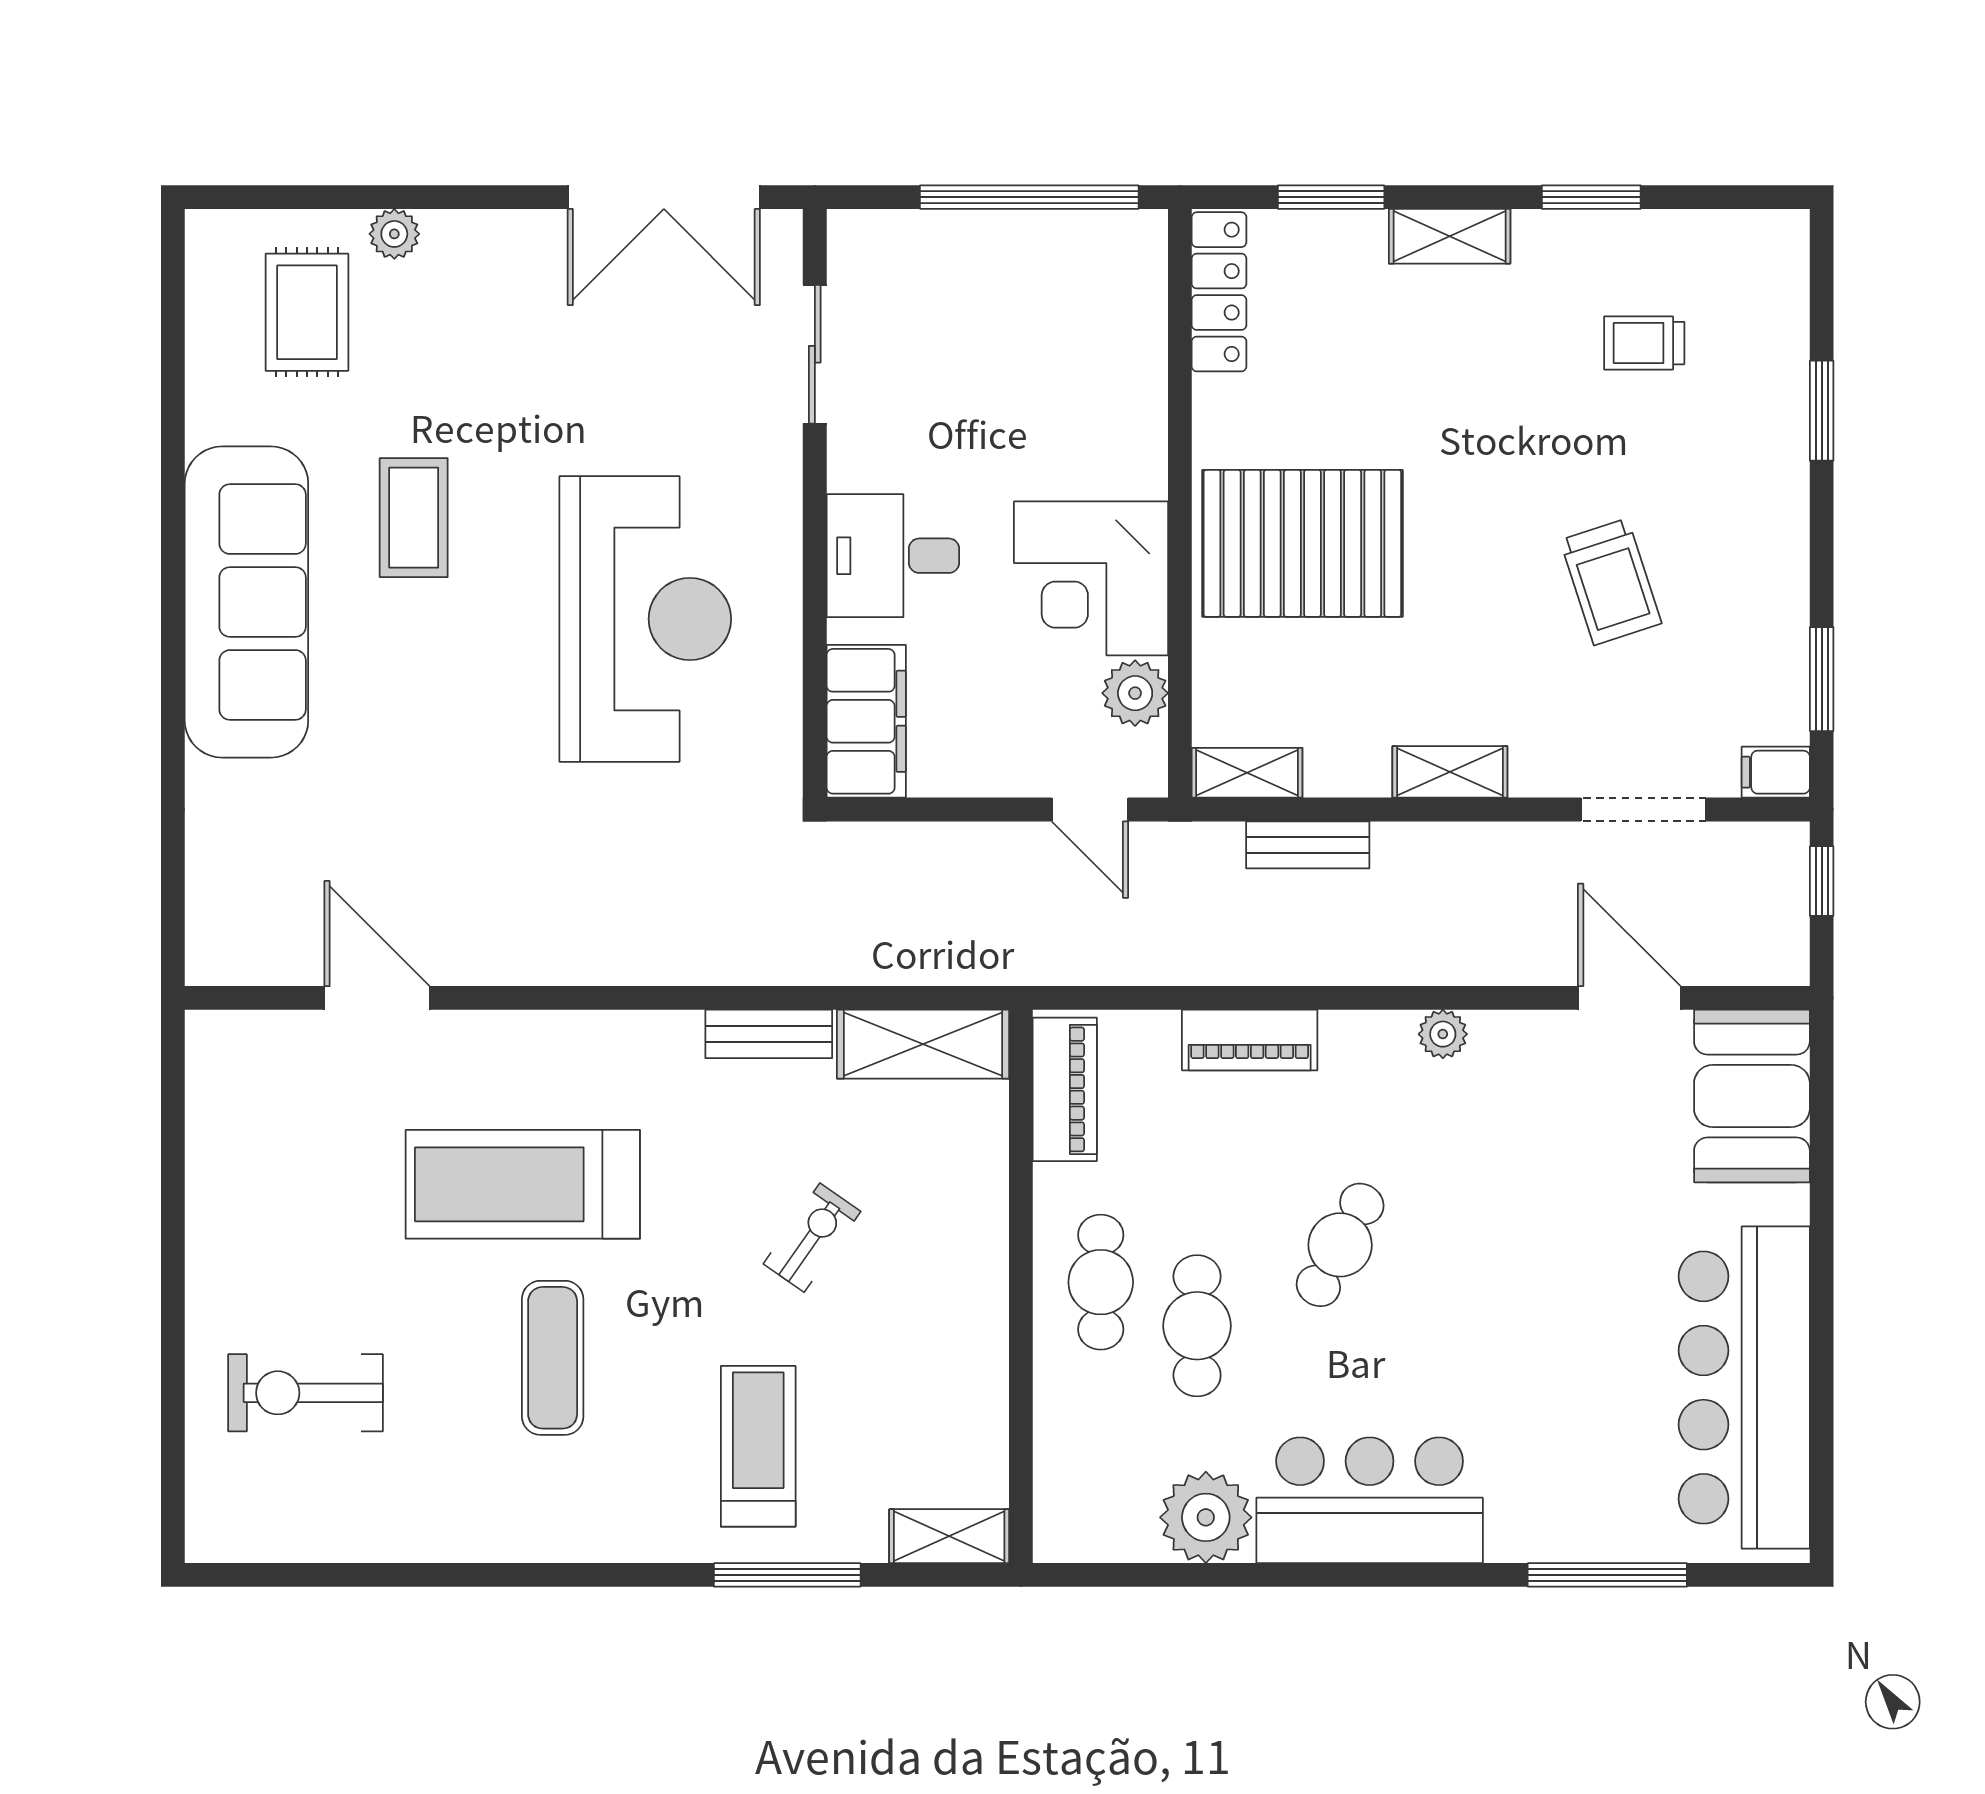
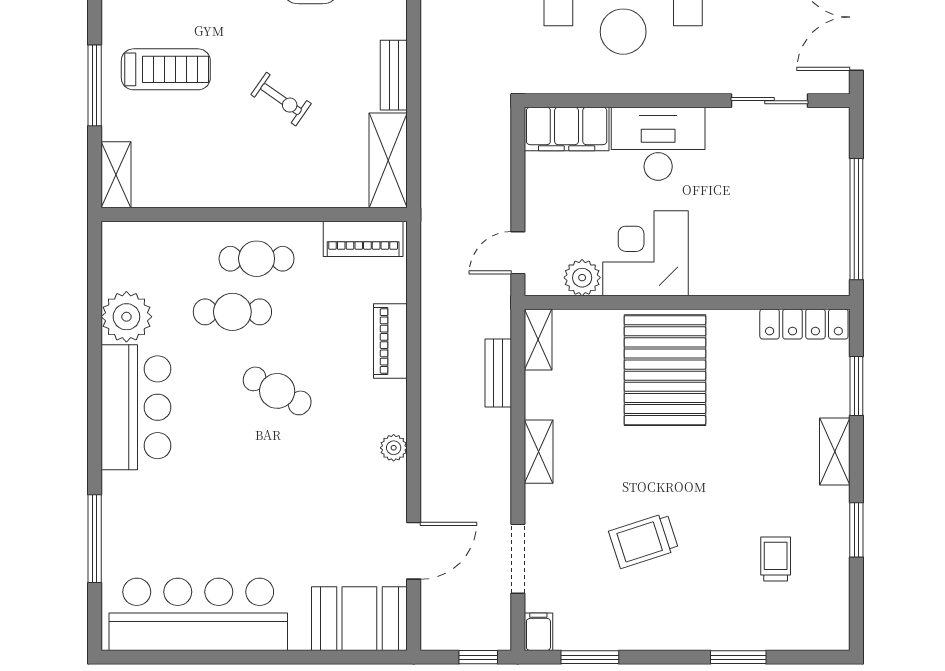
desk: (893, 556) -> (658, 144), width x1.37

